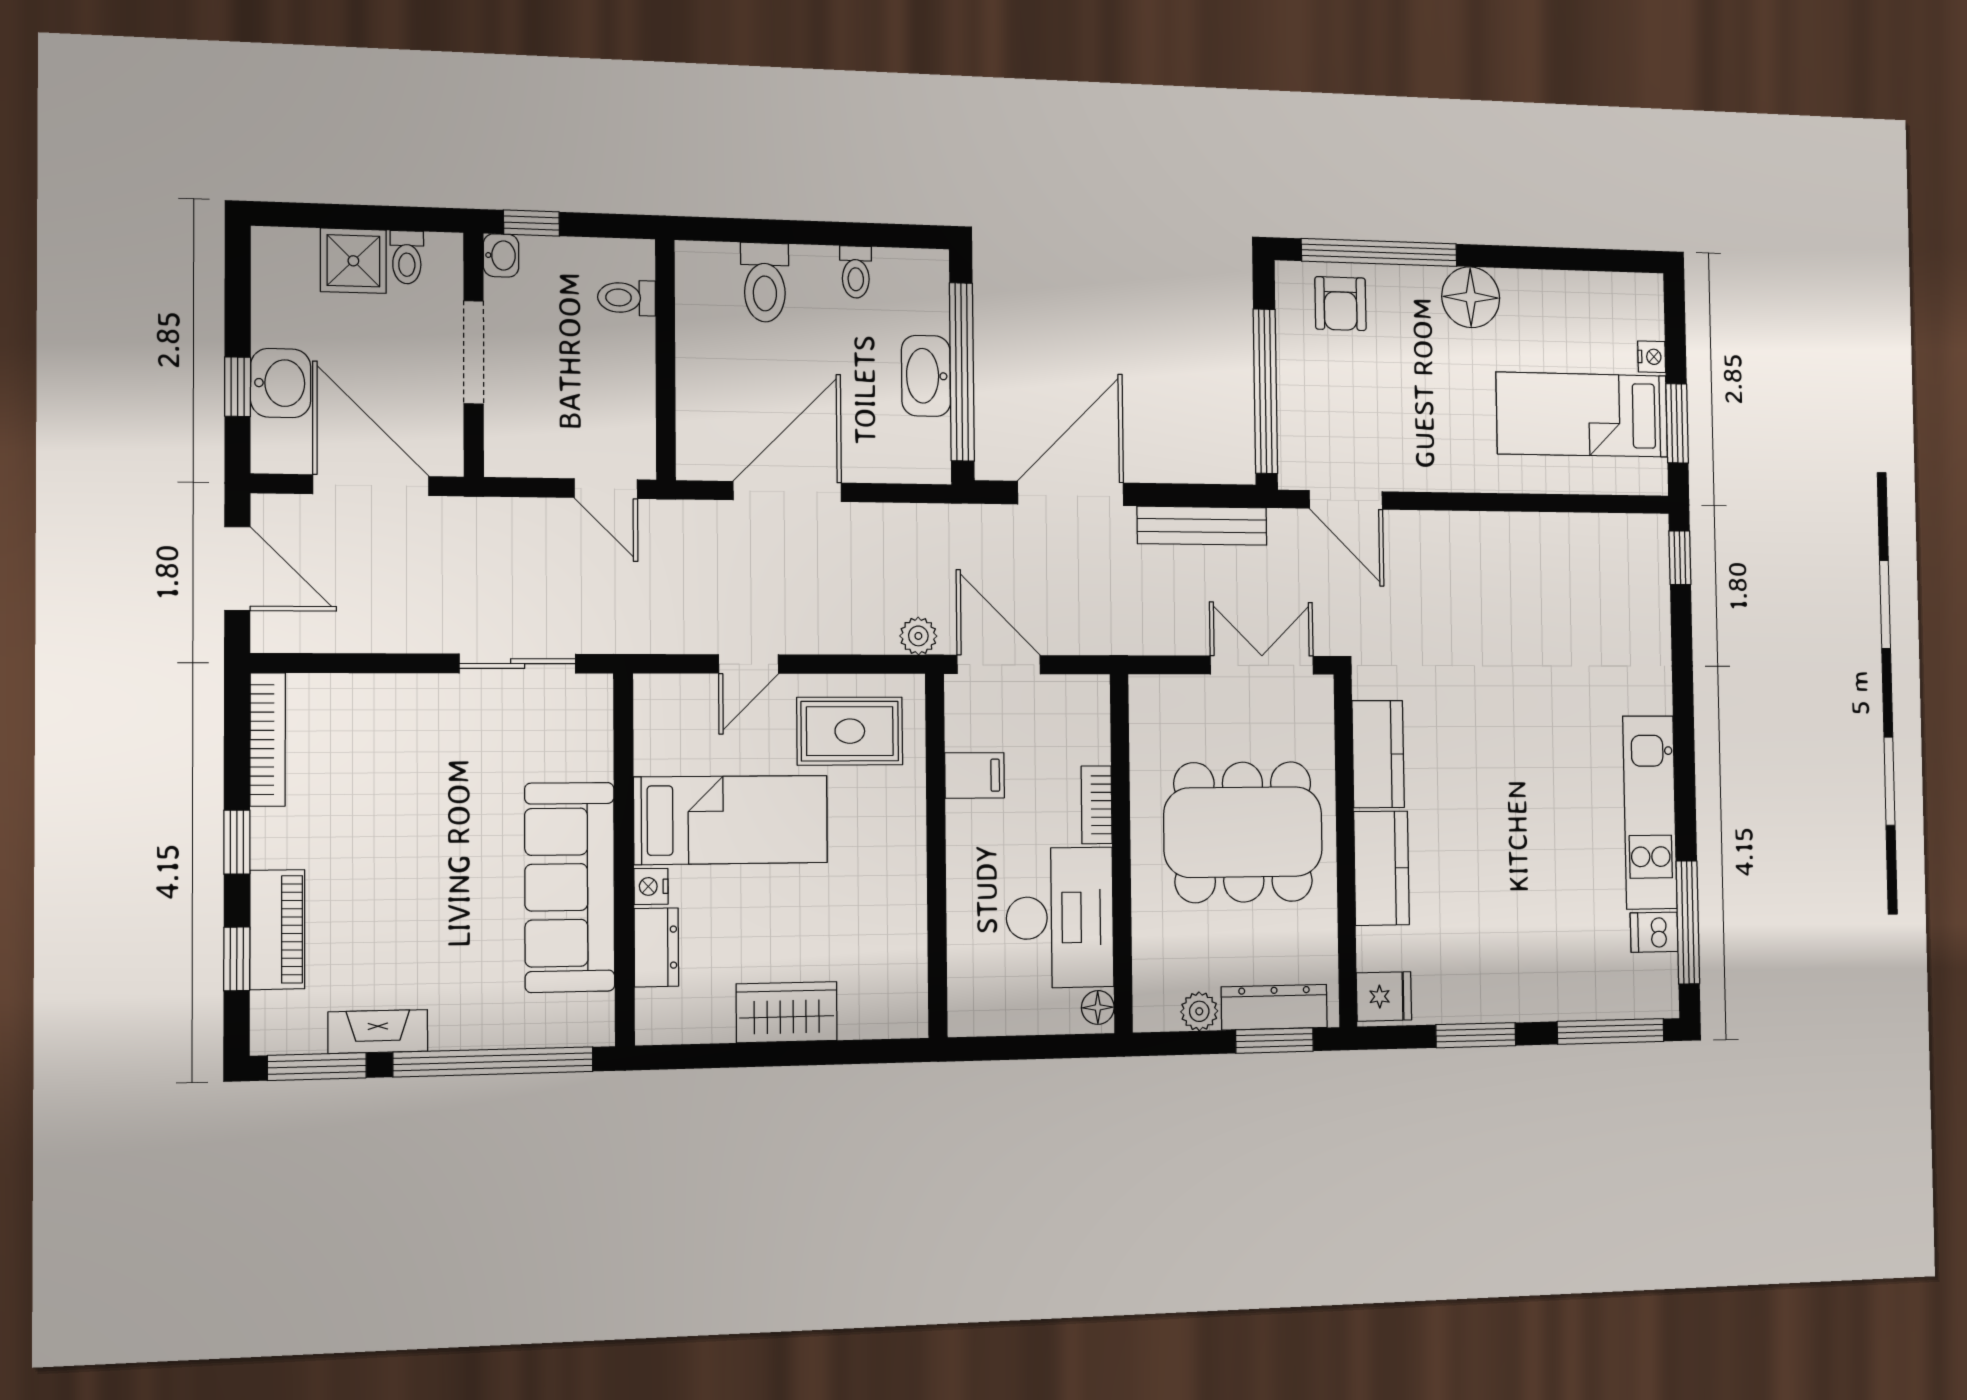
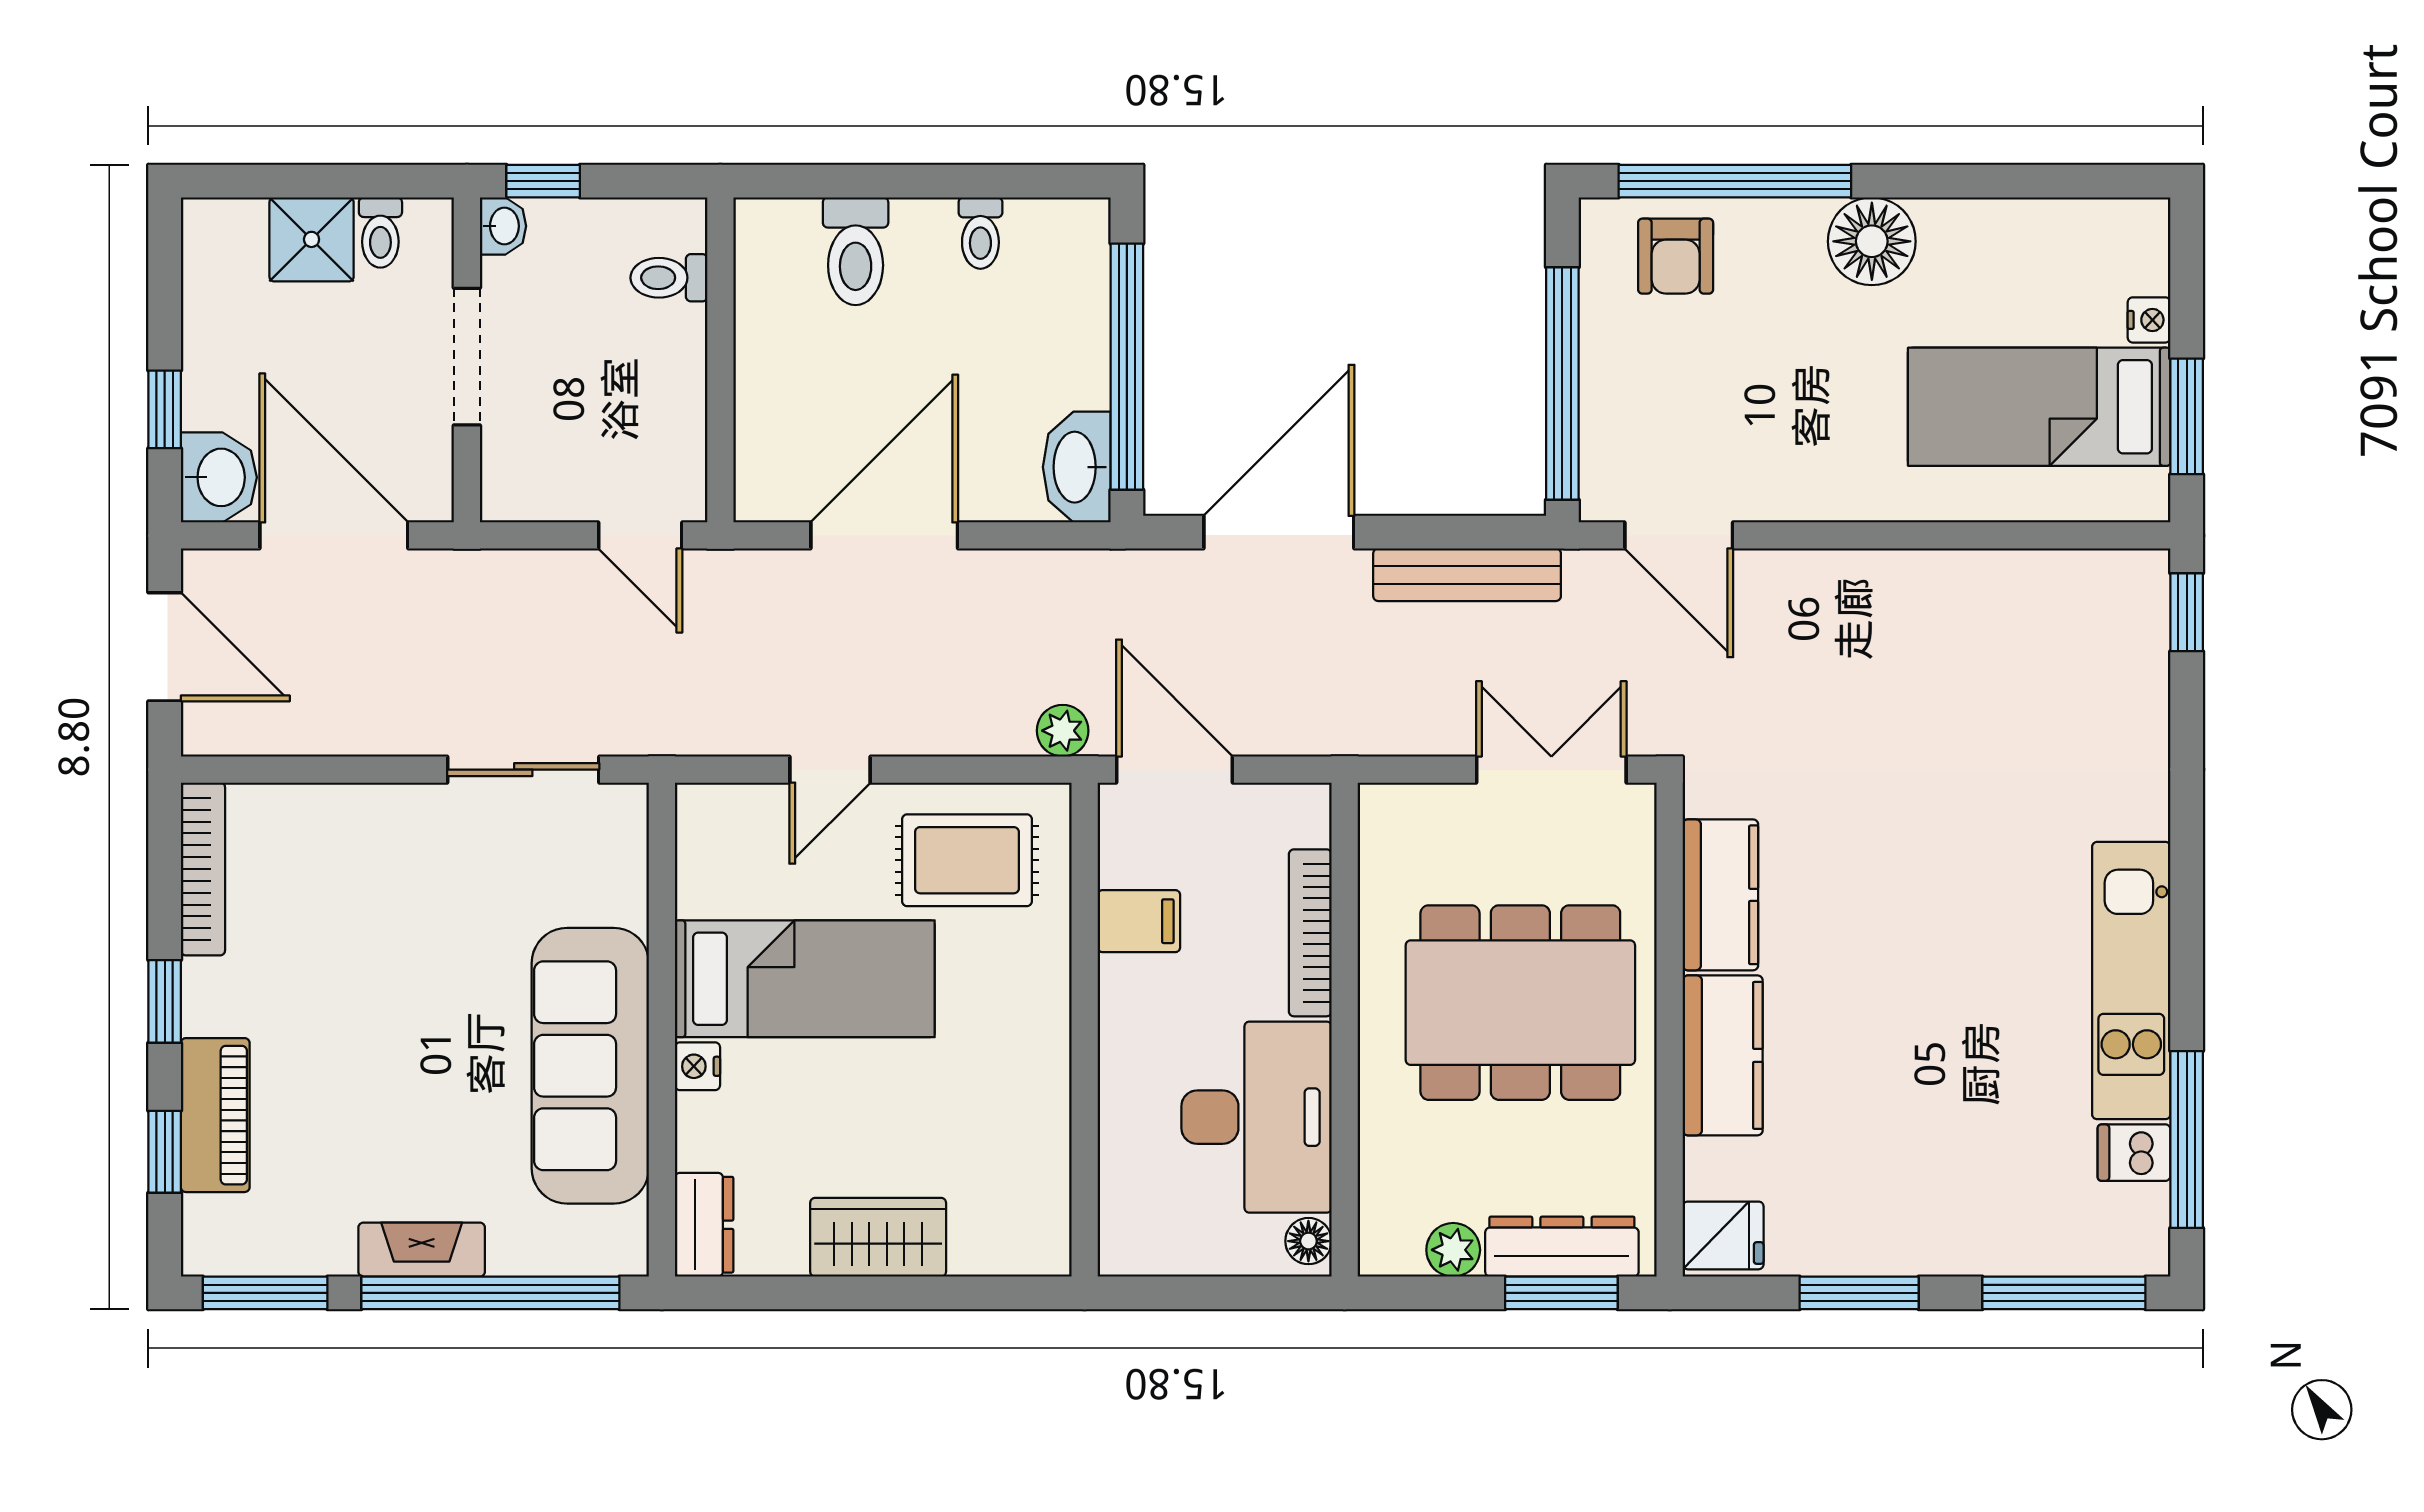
washbasin: (926, 376) -> (1077, 467), moved
washbasin: (281, 383) -> (219, 477), moved
bookcase: (1097, 805) -> (1310, 933), width x1.56
dresser: (656, 947) -> (704, 1225), moved
fireplace: (378, 1032) -> (422, 1250), moved

